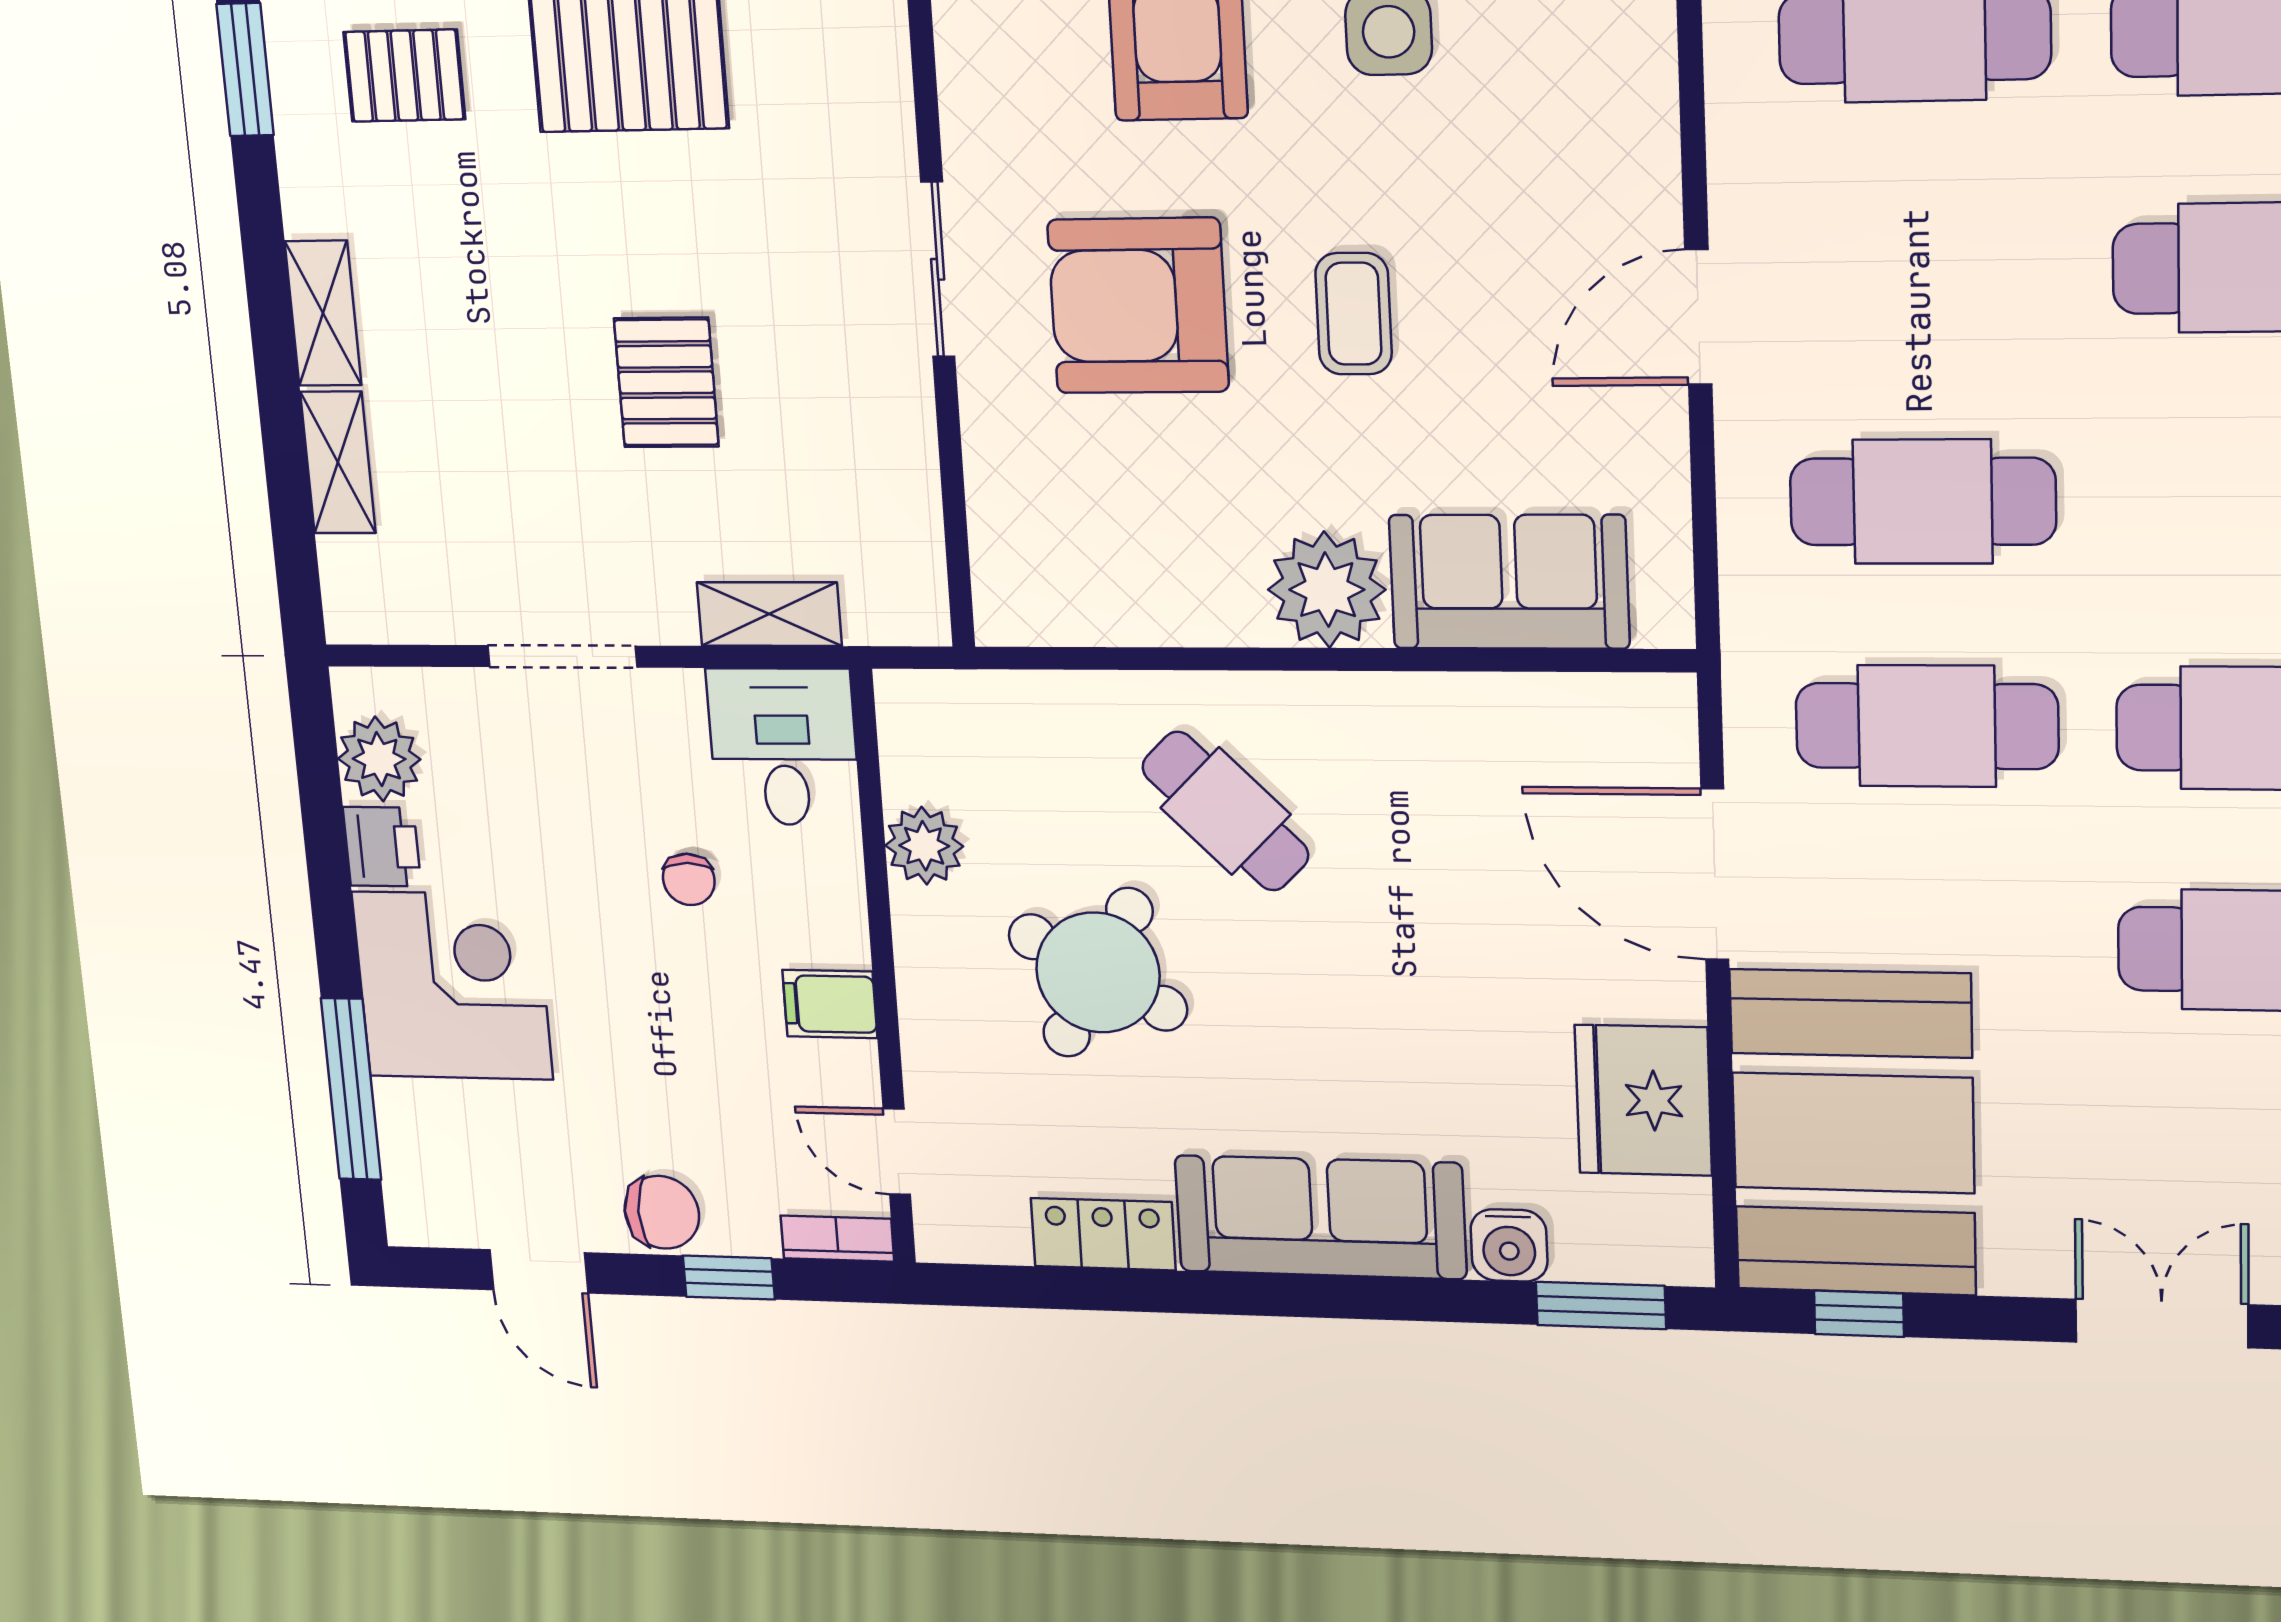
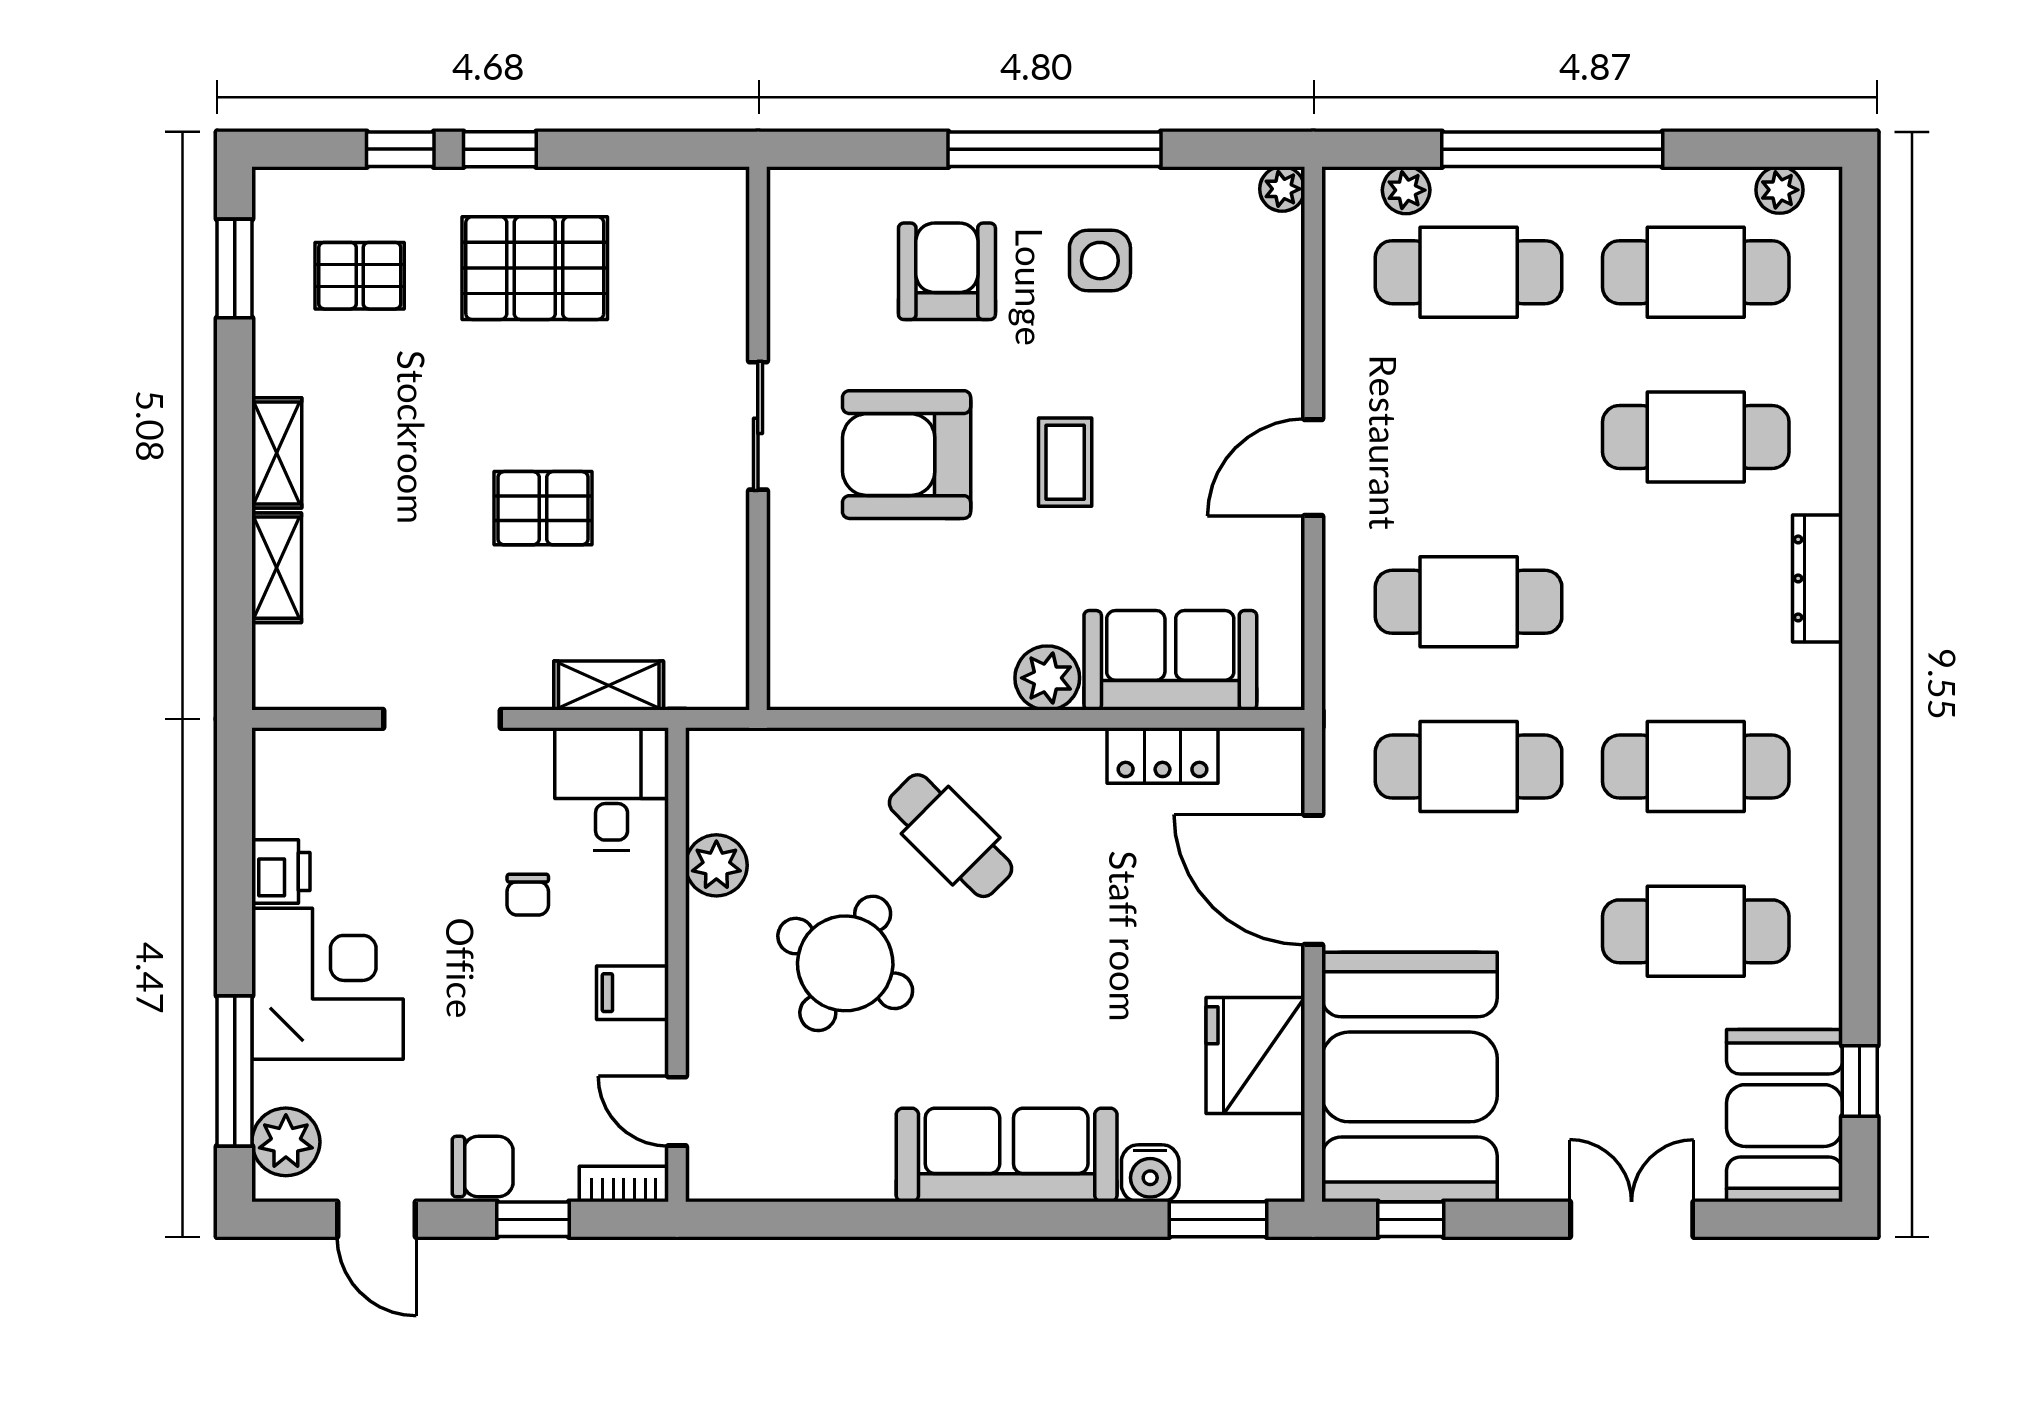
pallet: (666, 382) -> (543, 508), turned 90
plant: (1327, 590) -> (1047, 678), width x0.73, depth x0.73
plant: (379, 759) -> (286, 1142), moved
locker: (1103, 1234) -> (1162, 755), moved, turned 180

